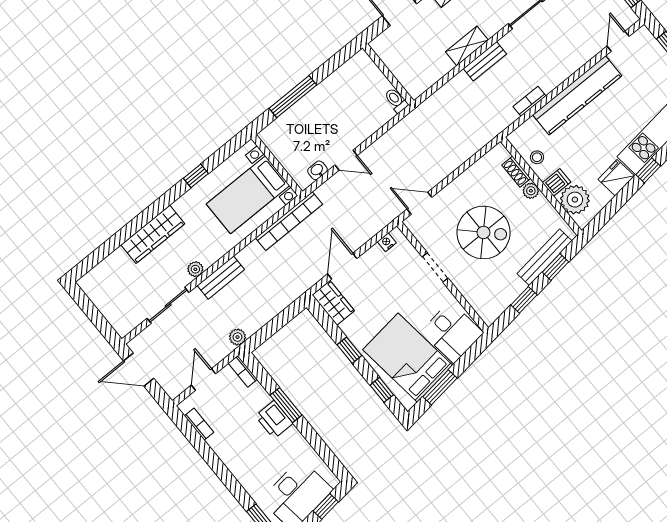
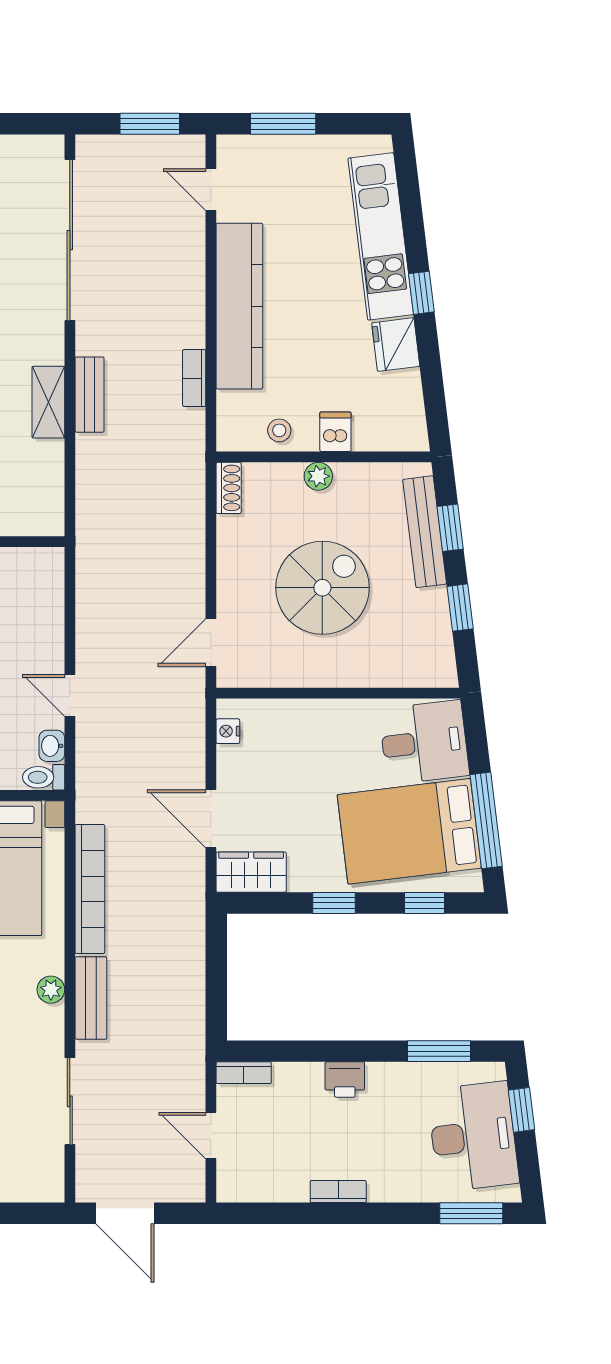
toilet: (396, 100) -> (44, 777), moved
door: (346, 160) -> (70, 695), swing flipped
shoe rack: (516, 172) -> (229, 488), moved, turned -90
plant: (575, 200) -> (380, 426), removed
bookcase: (289, 221) -> (90, 889), moved
doorway: (435, 268) -> (316, 693), removed
plant: (195, 269) -> (51, 990), moved
plant: (238, 337) -> (191, 1042), removed
door: (139, 370) -> (125, 1213), hinge flipped
window: (440, 387) -> (486, 820), width x1.44
window: (286, 405) -> (439, 1051), moved
printer: (274, 420) -> (345, 1079), width x0.73, depth x0.81
bookcase: (199, 424) -> (338, 1192), moved

